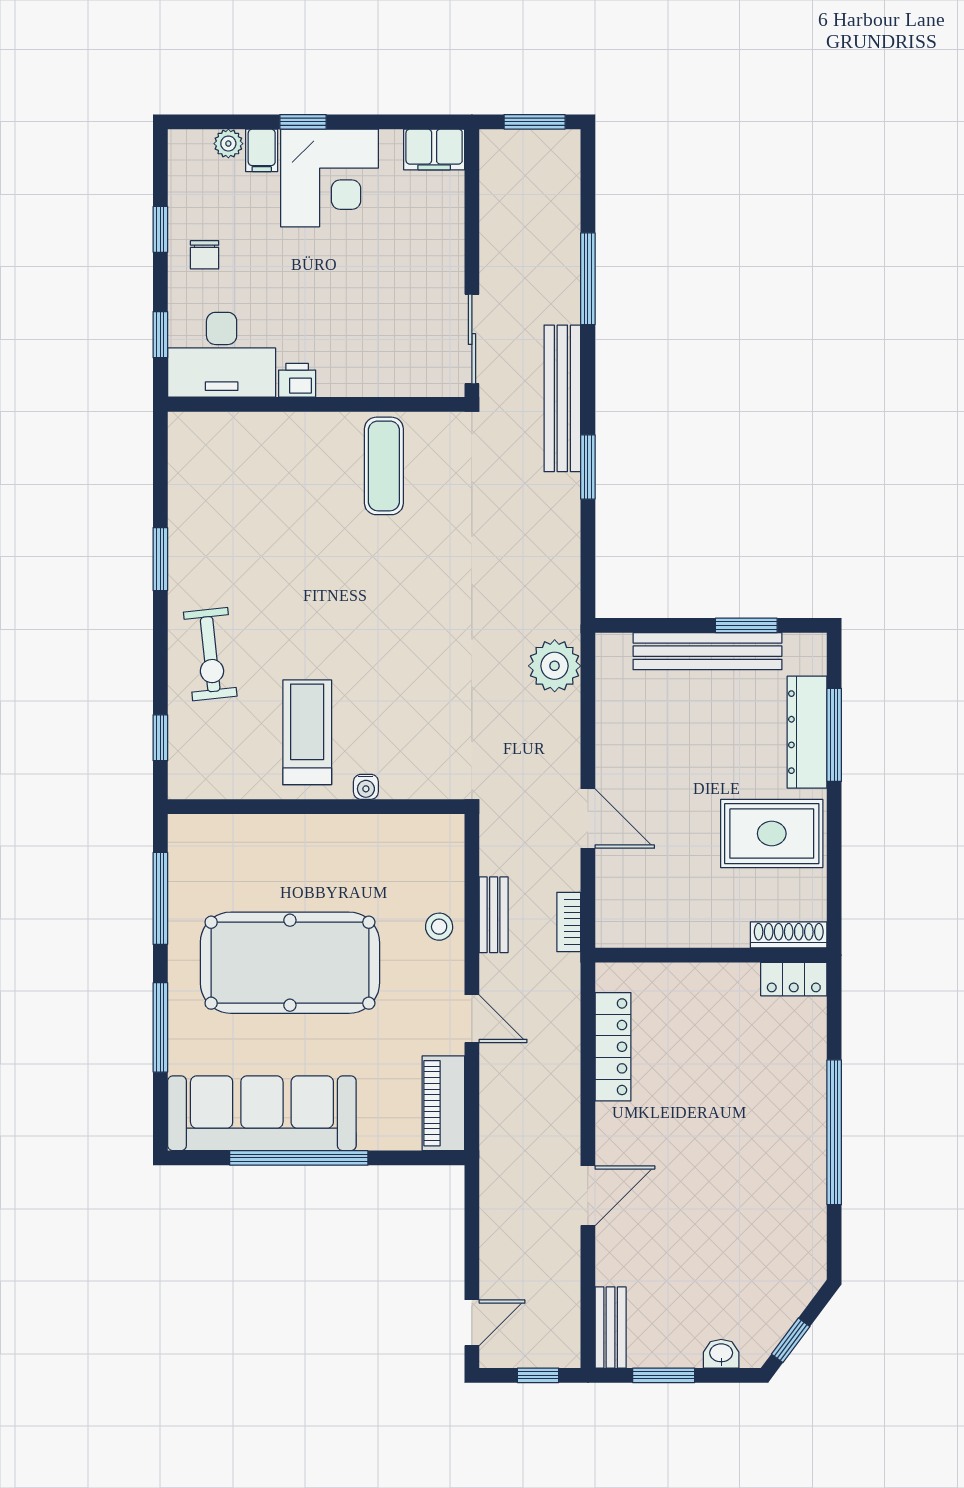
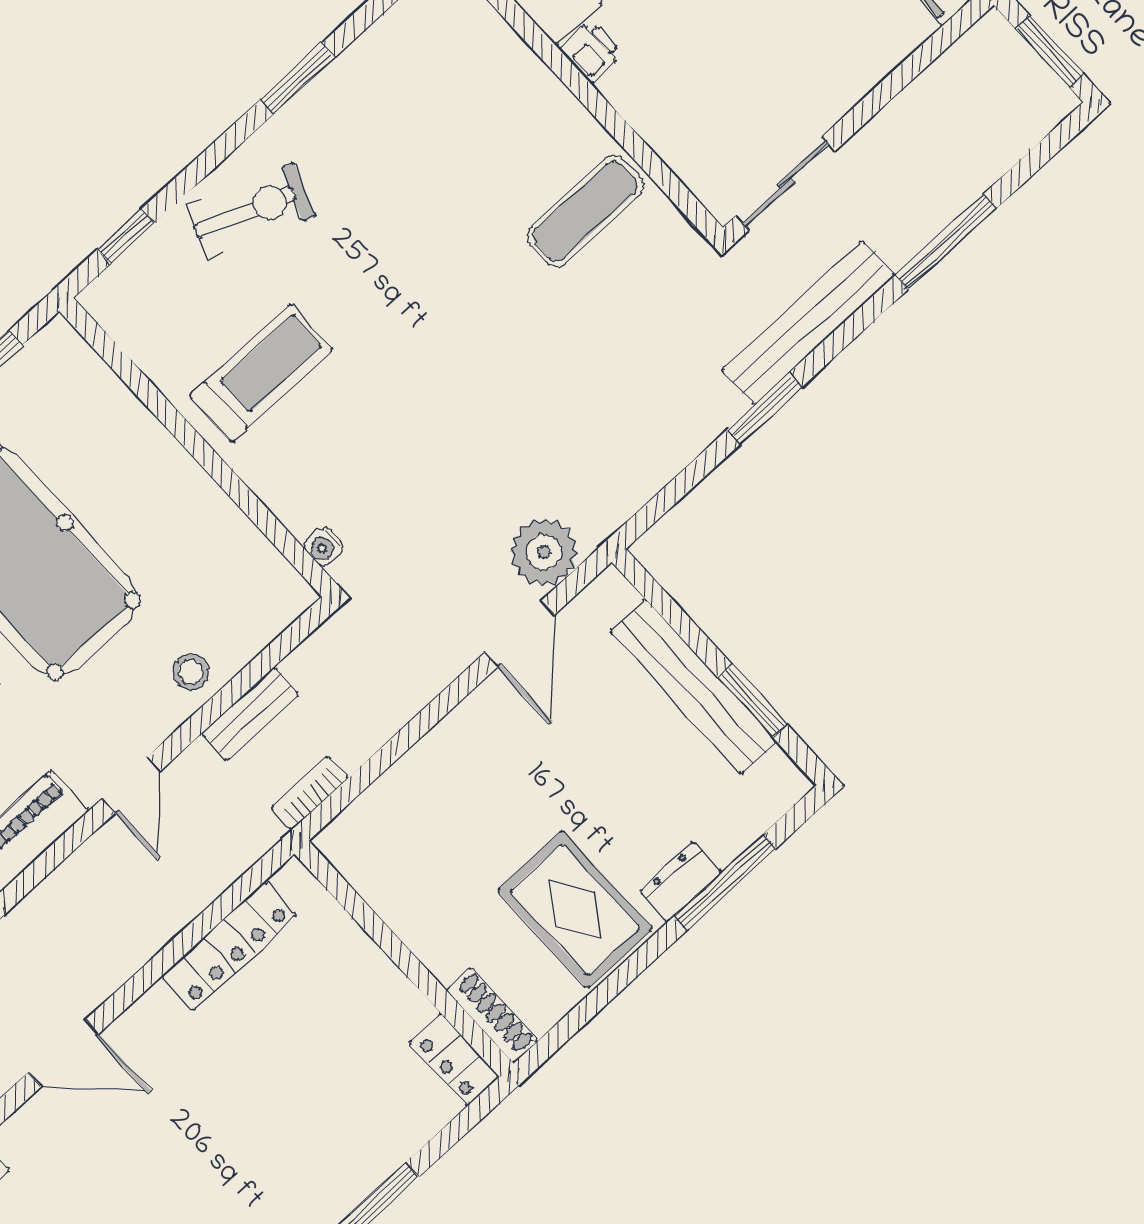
exercise bike: (210, 654) -> (250, 210), turned -153
dresser: (807, 732) -> (681, 882), width x0.51, depth x0.80
water cooler: (366, 787) -> (324, 547), moved
door: (588, 818) -> (519, 634), moved

